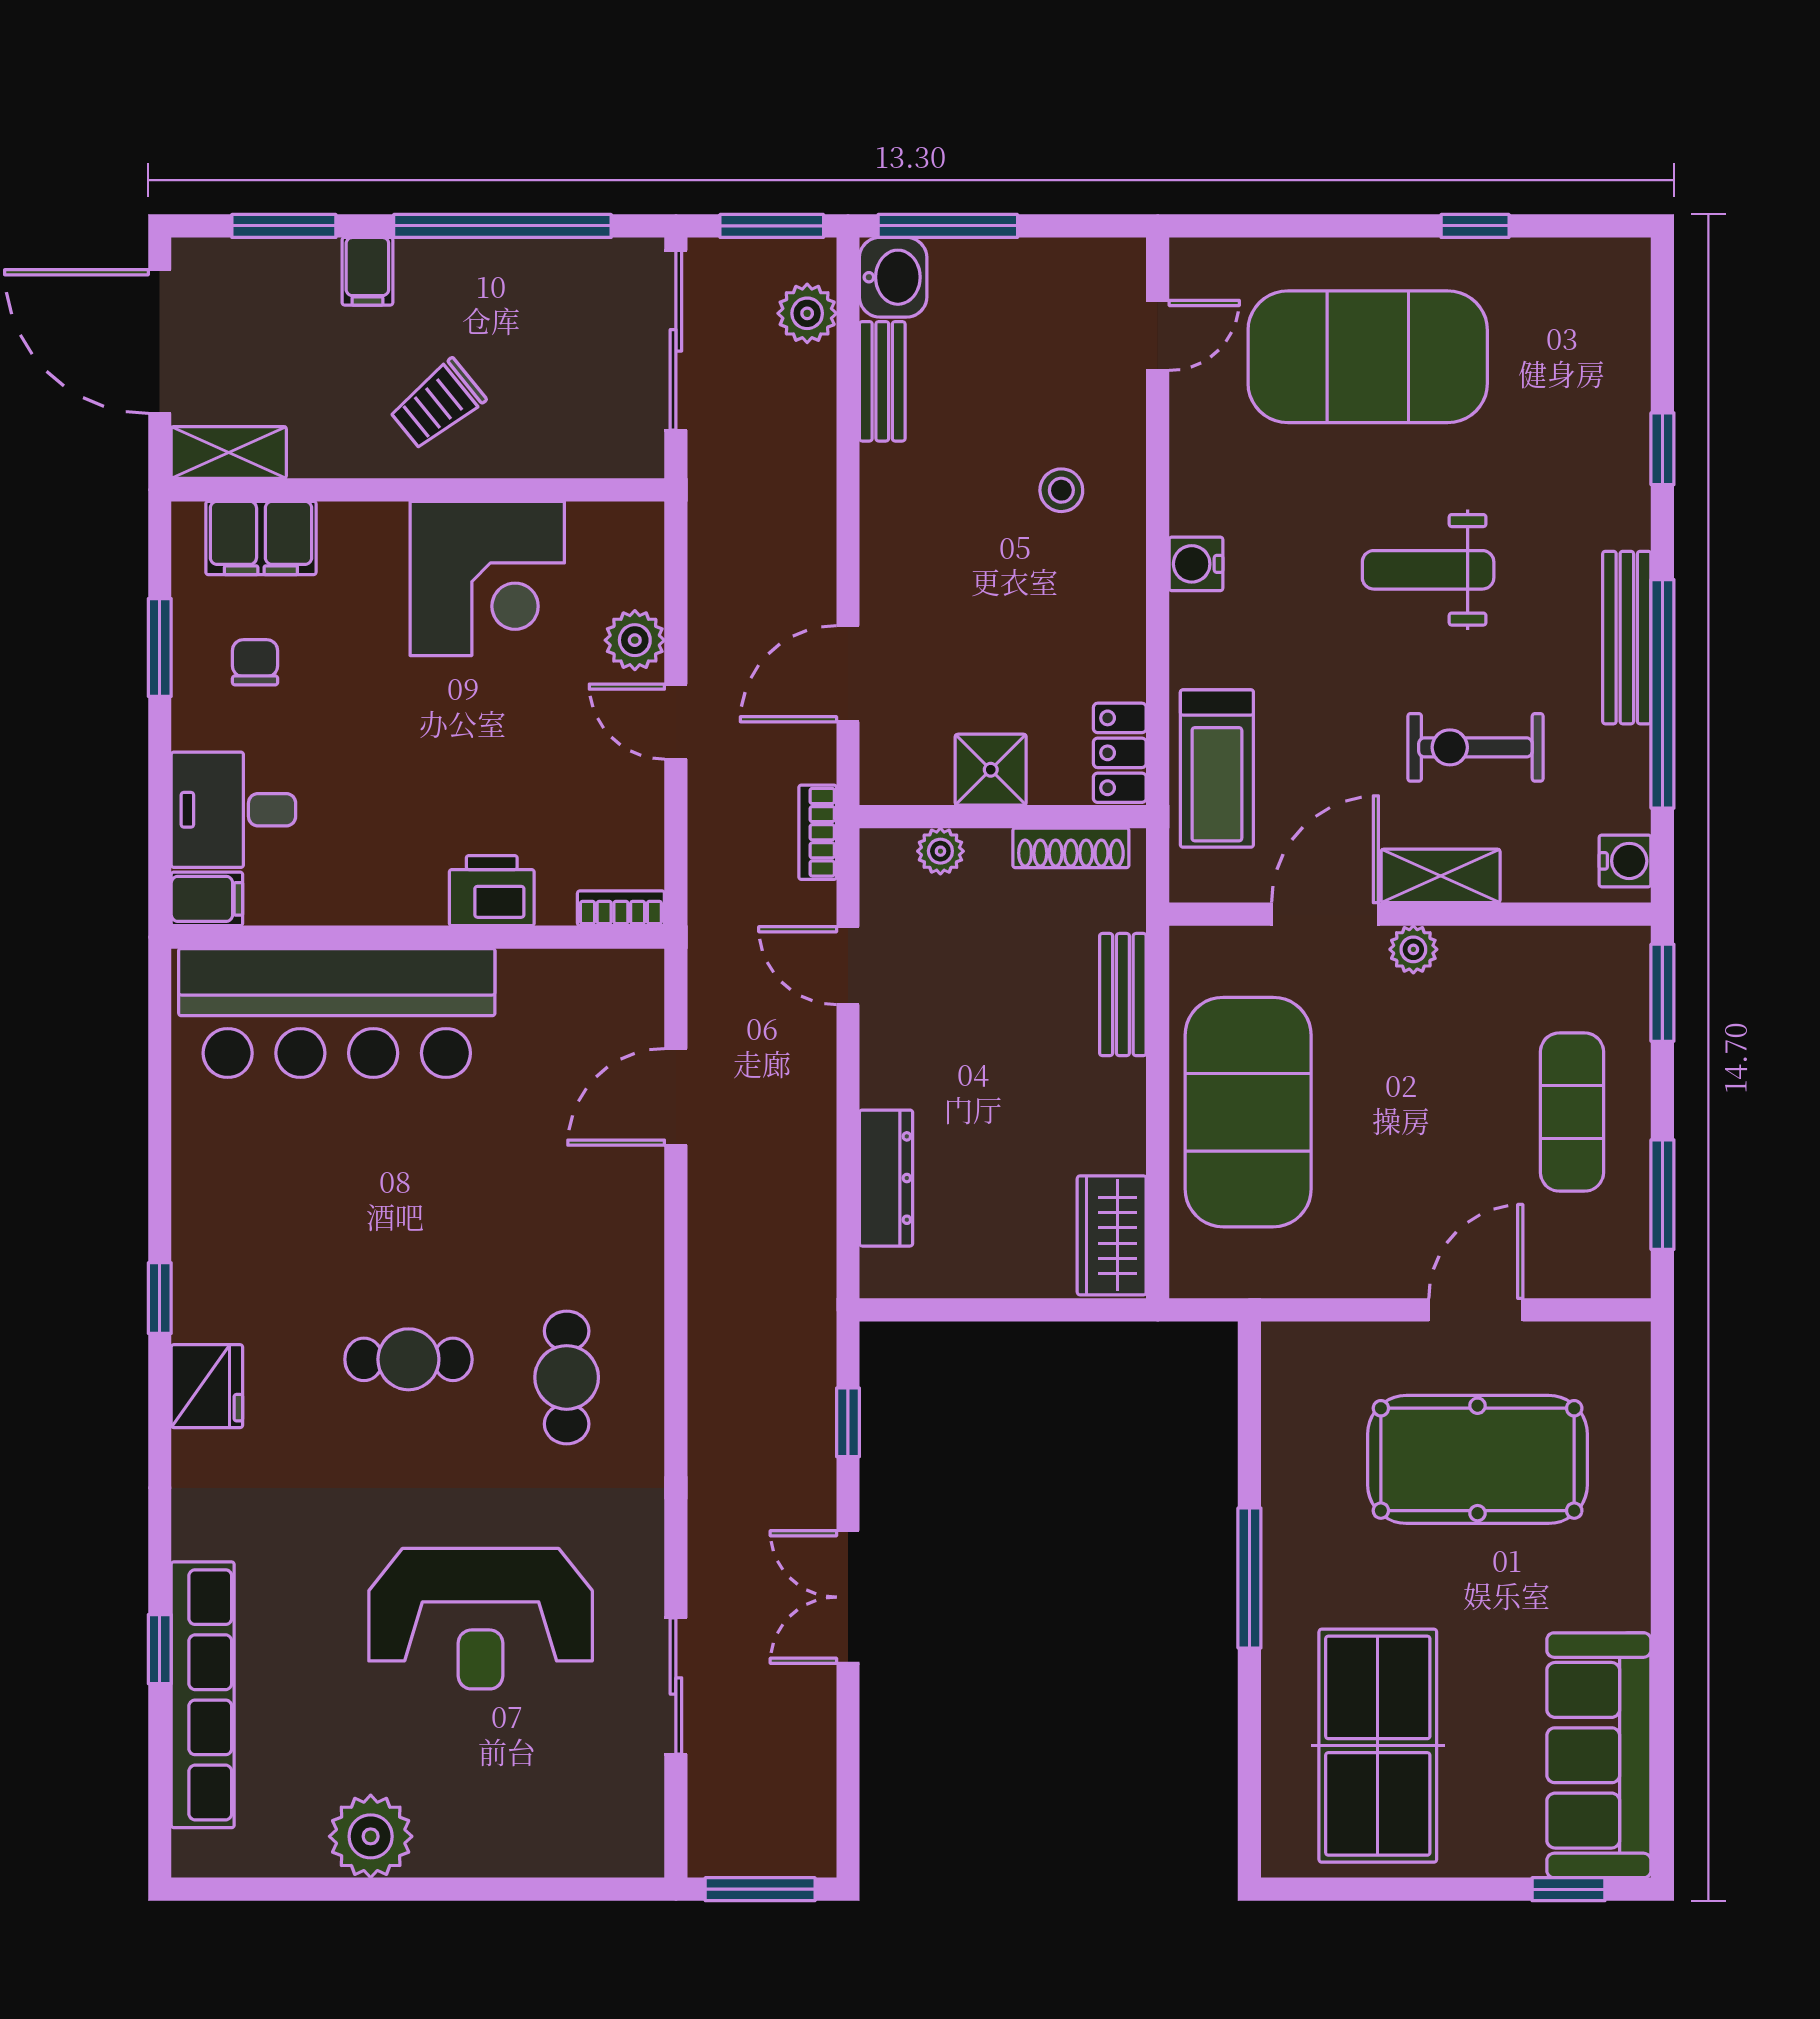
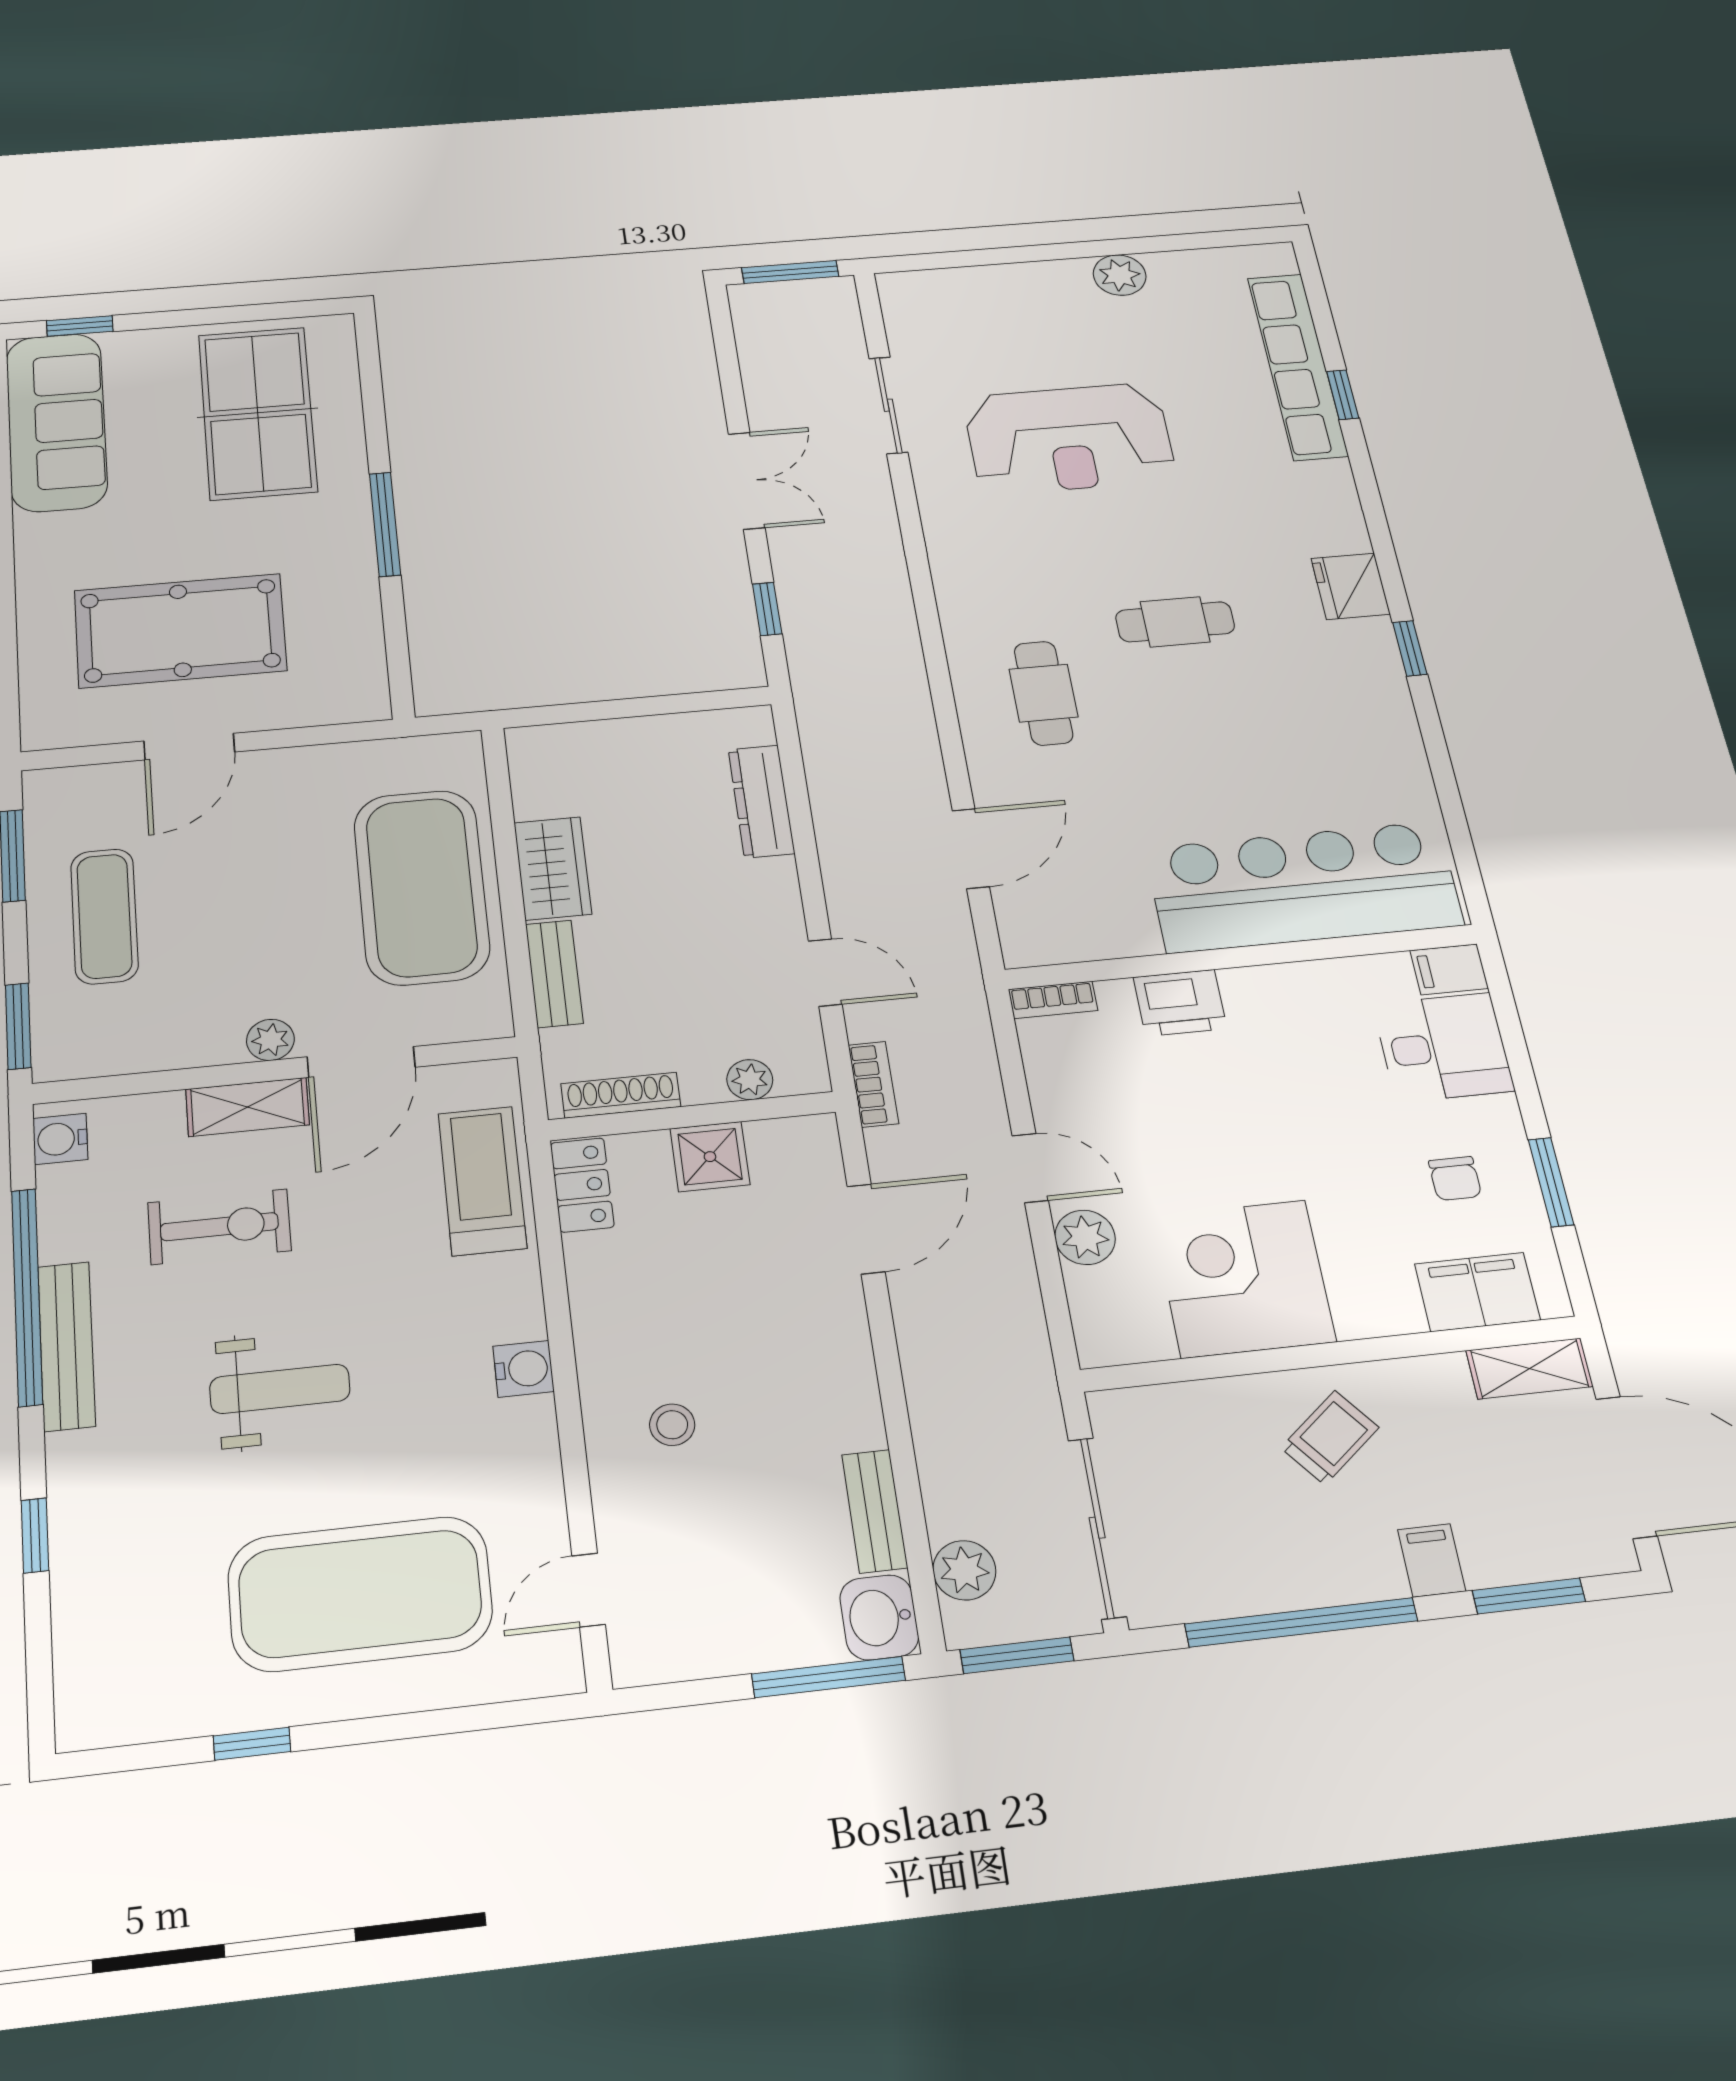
wardrobe: (1112, 1235) -> (553, 868), moved
cafe table: (567, 1377) -> (1043, 693), moved
reception desk: (481, 1619) -> (1069, 439), turned 180
plant: (371, 1836) -> (1120, 275), width x0.73, depth x0.73

